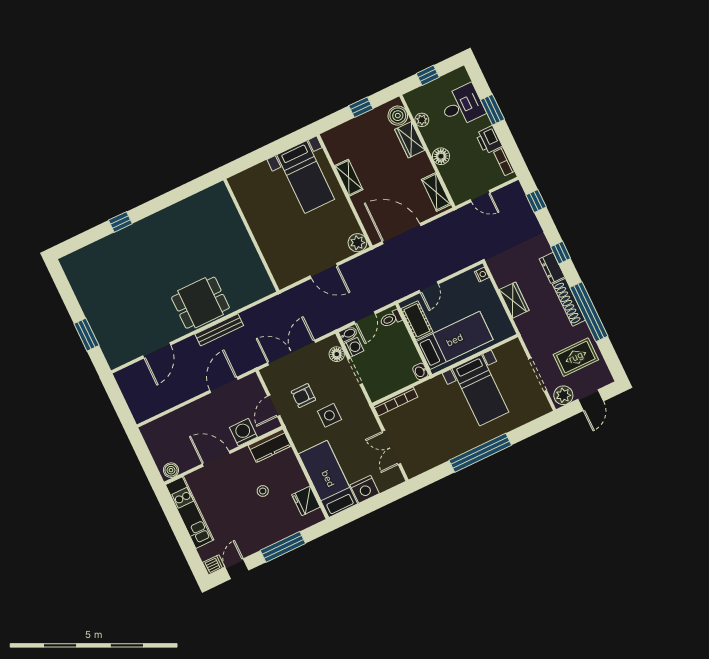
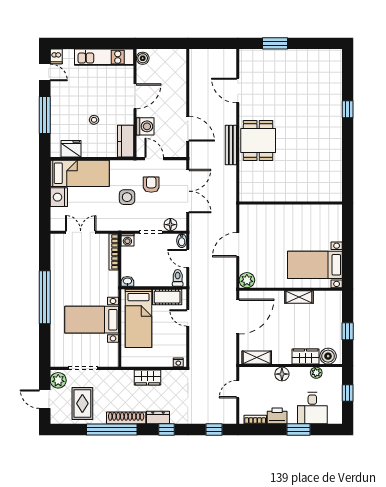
washing machine: (354, 347) -> (127, 240), moved

